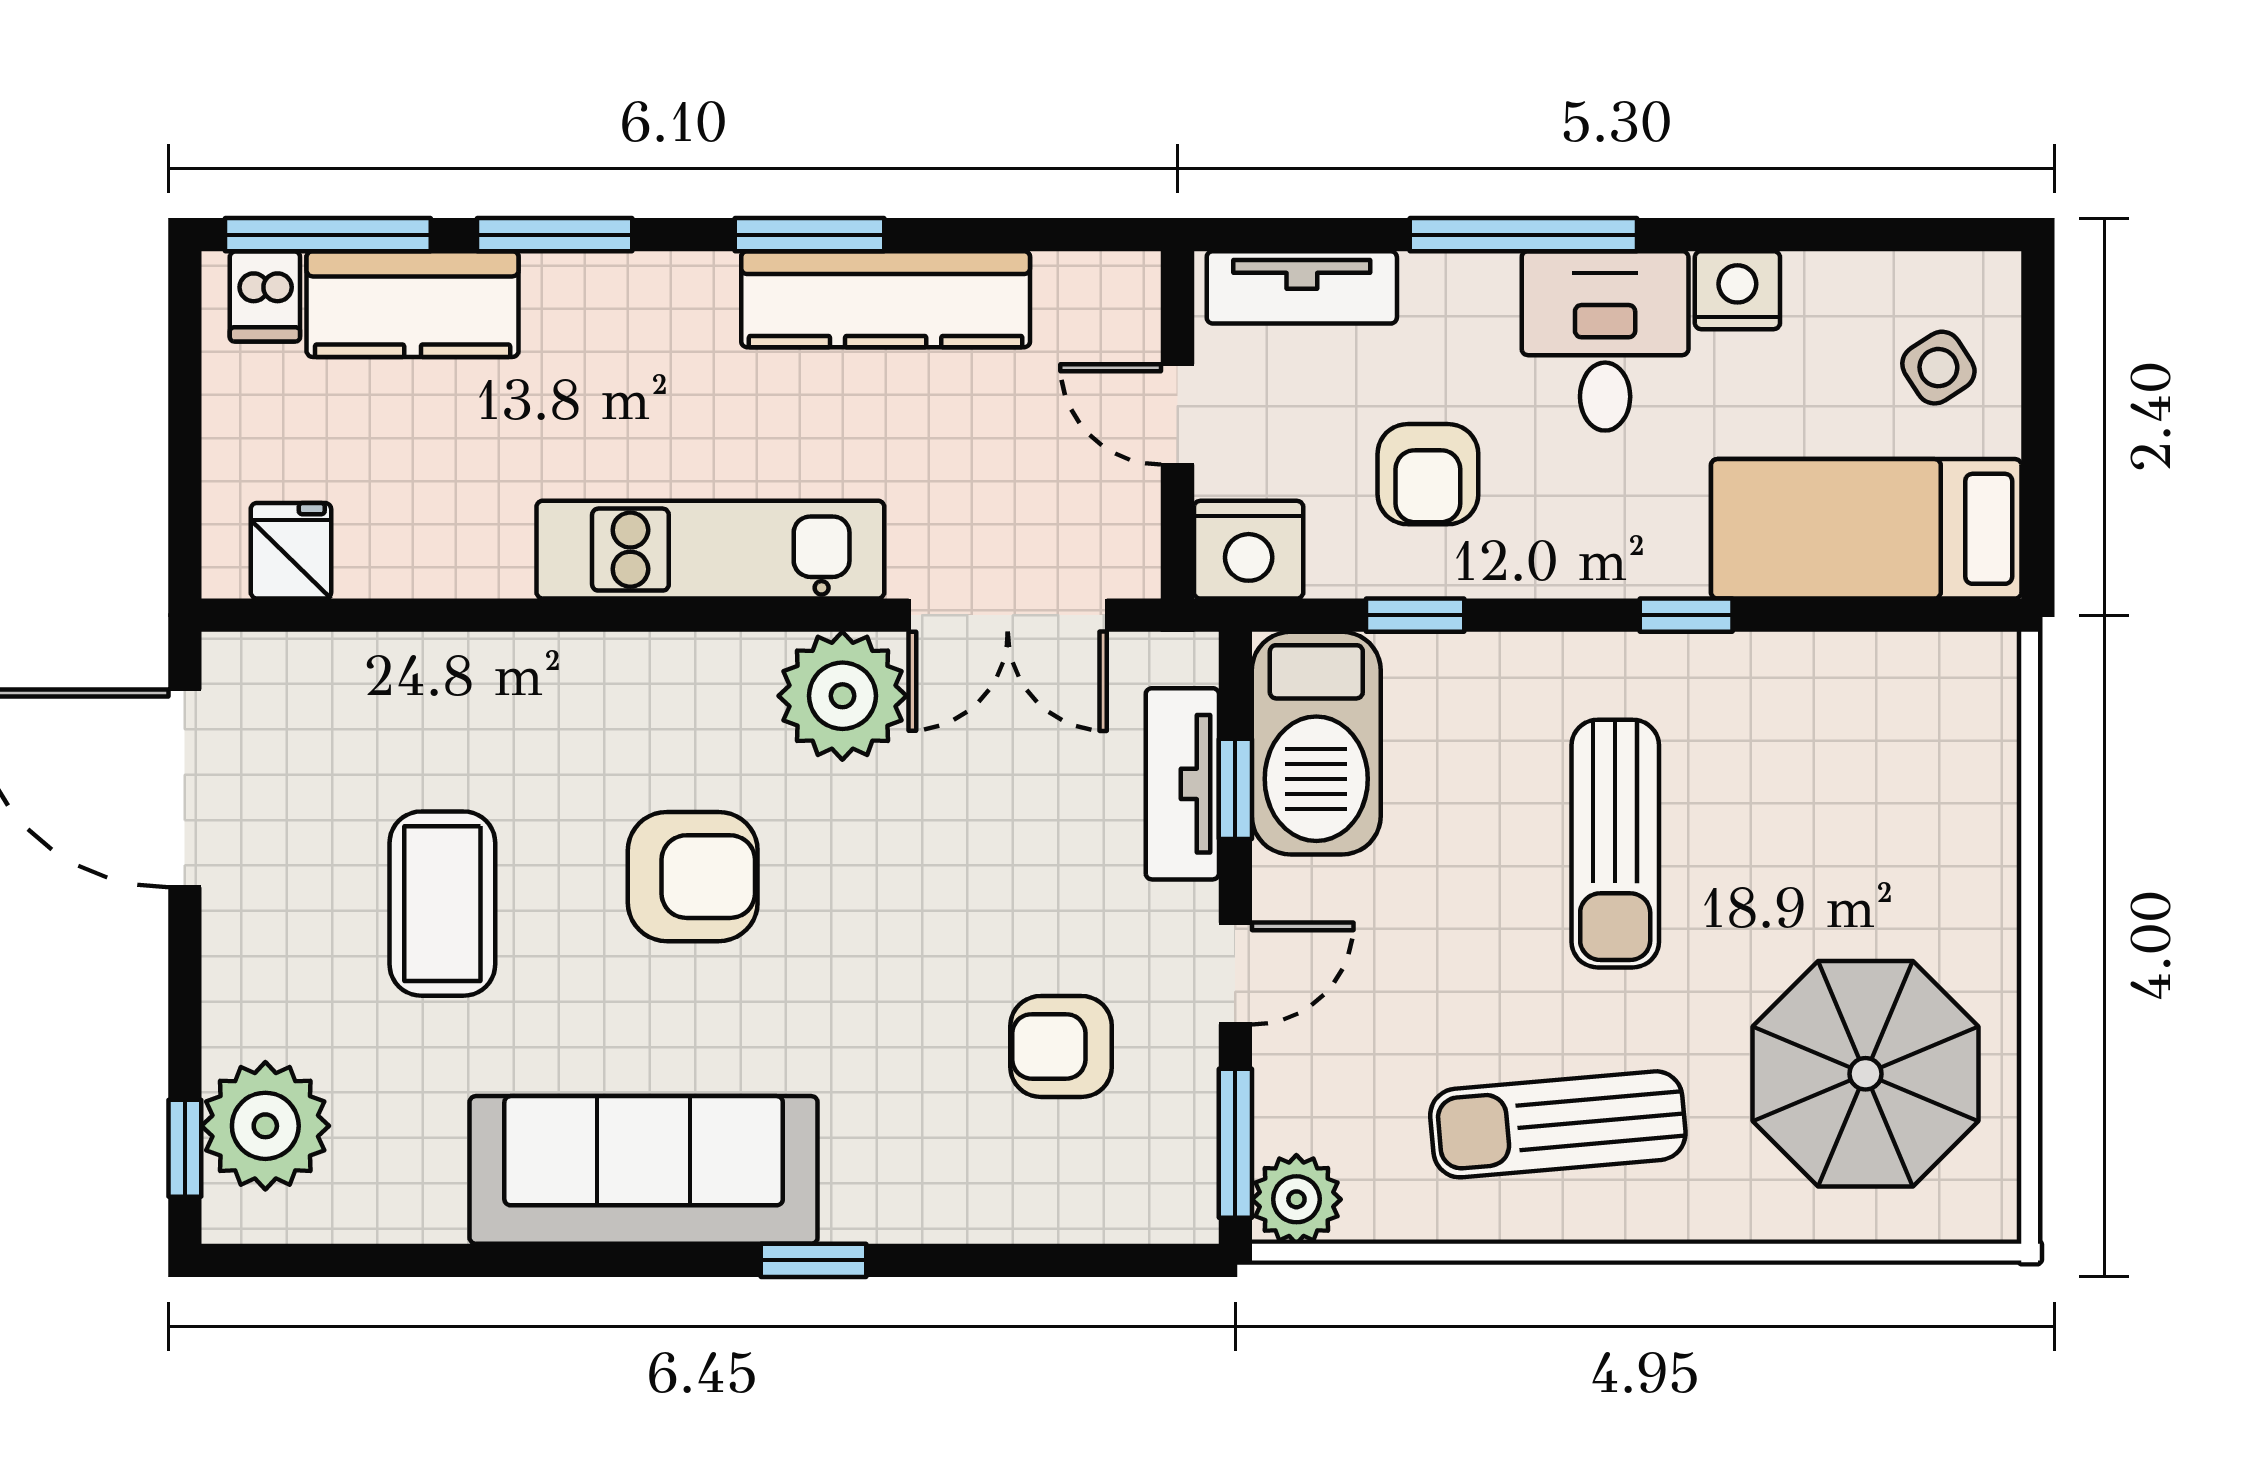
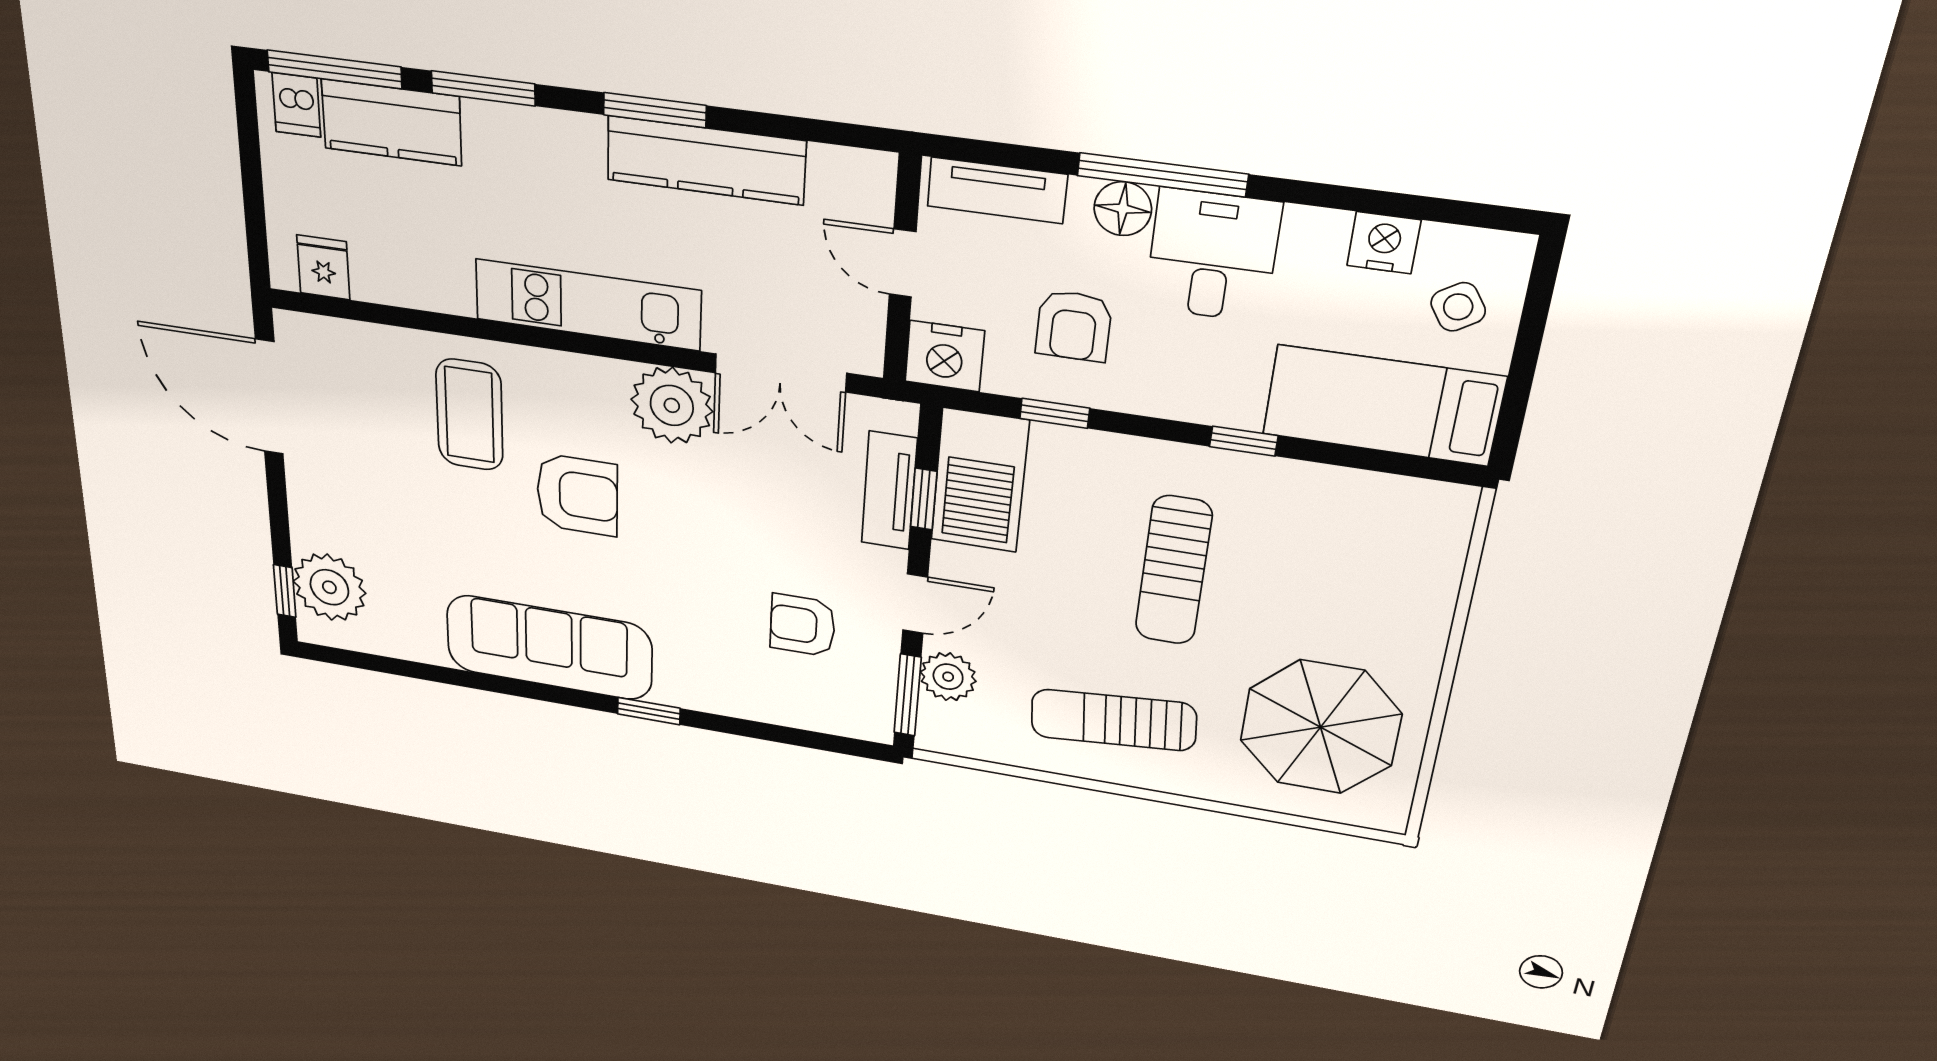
floor lamp: (1476, 290) -> (1123, 209), added
nightstand: (1737, 290) -> (1384, 243), moved
coffee table: (442, 904) -> (470, 415), moved
plant: (1296, 1199) -> (948, 677), moved

